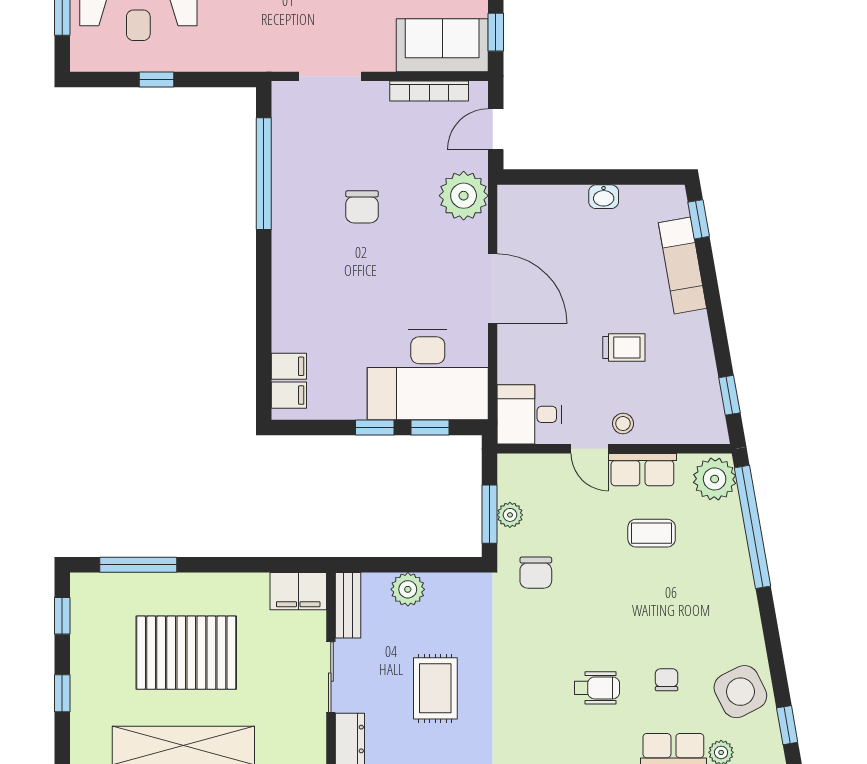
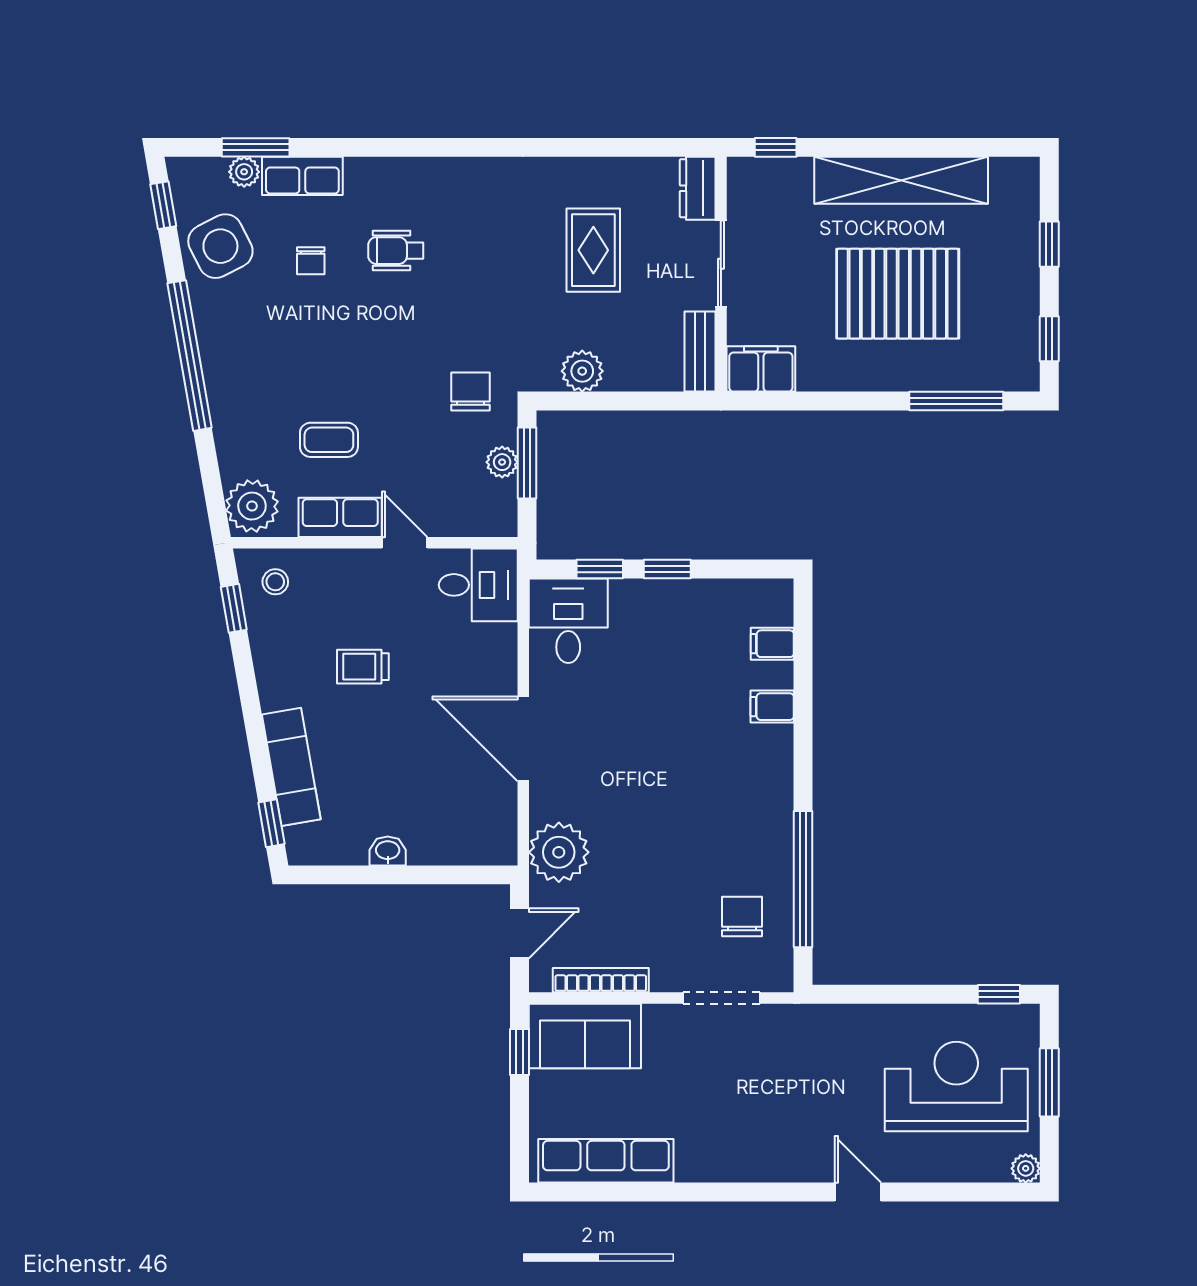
window: (157, 79) -> (999, 994), moved
chair: (362, 207) -> (742, 917), moved
desk: (428, 375) -> (568, 621), width x0.53, depth x0.77
filing cabinet: (289, 395) -> (772, 707), moved
stool: (623, 424) -> (275, 582), moved
window: (753, 527) -> (190, 356), moved
plant: (408, 589) -> (582, 371), moved

